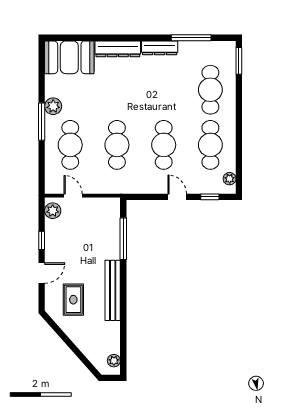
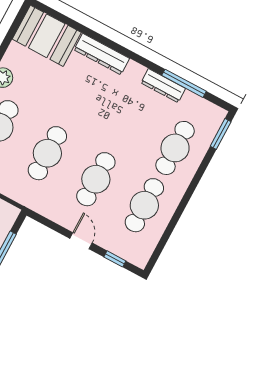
dresser: (160, 48) -> (163, 86), moved
plant: (230, 179) -> (145, 251), removed

